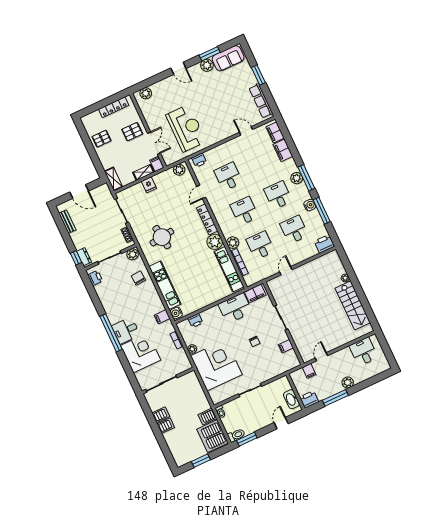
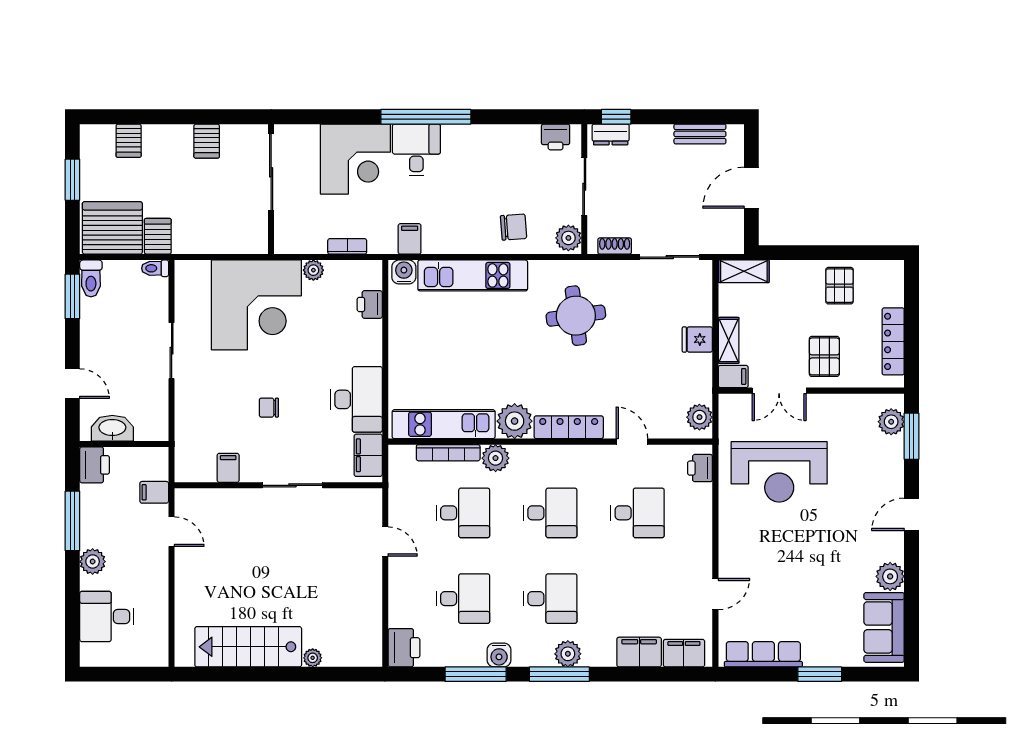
window: (210, 54) -> (912, 436), moved
desk: (364, 352) -> (107, 616), moved, turned 180
server rack: (166, 426) -> (129, 141), moved

